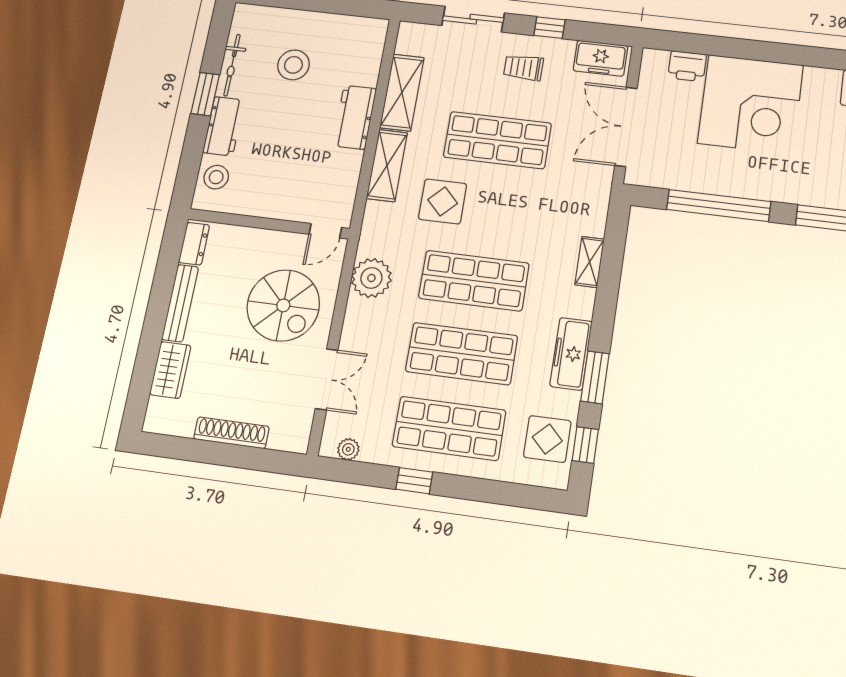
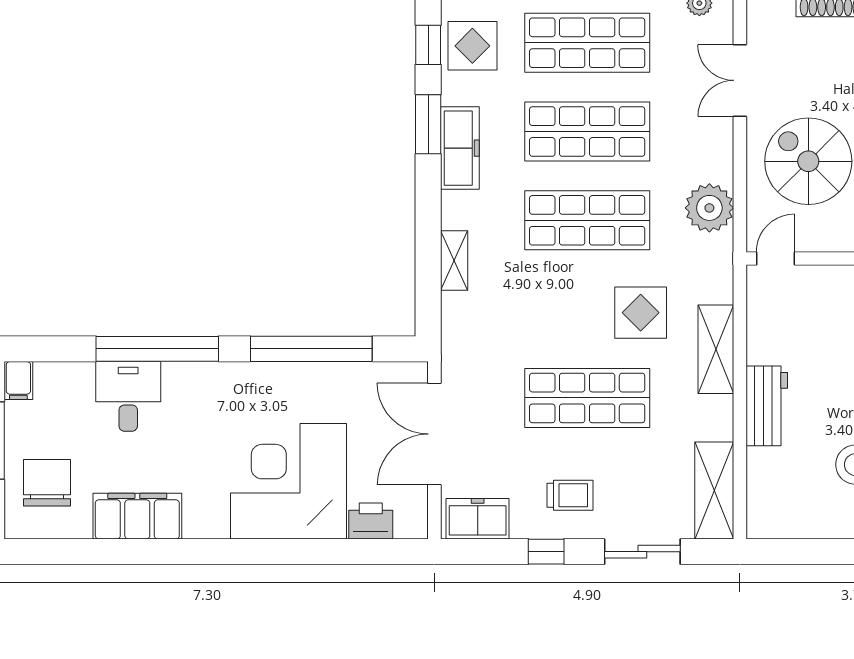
shelving: (402, 93) -> (714, 491), moved
double door: (626, 127) -> (434, 434), swing flipped

